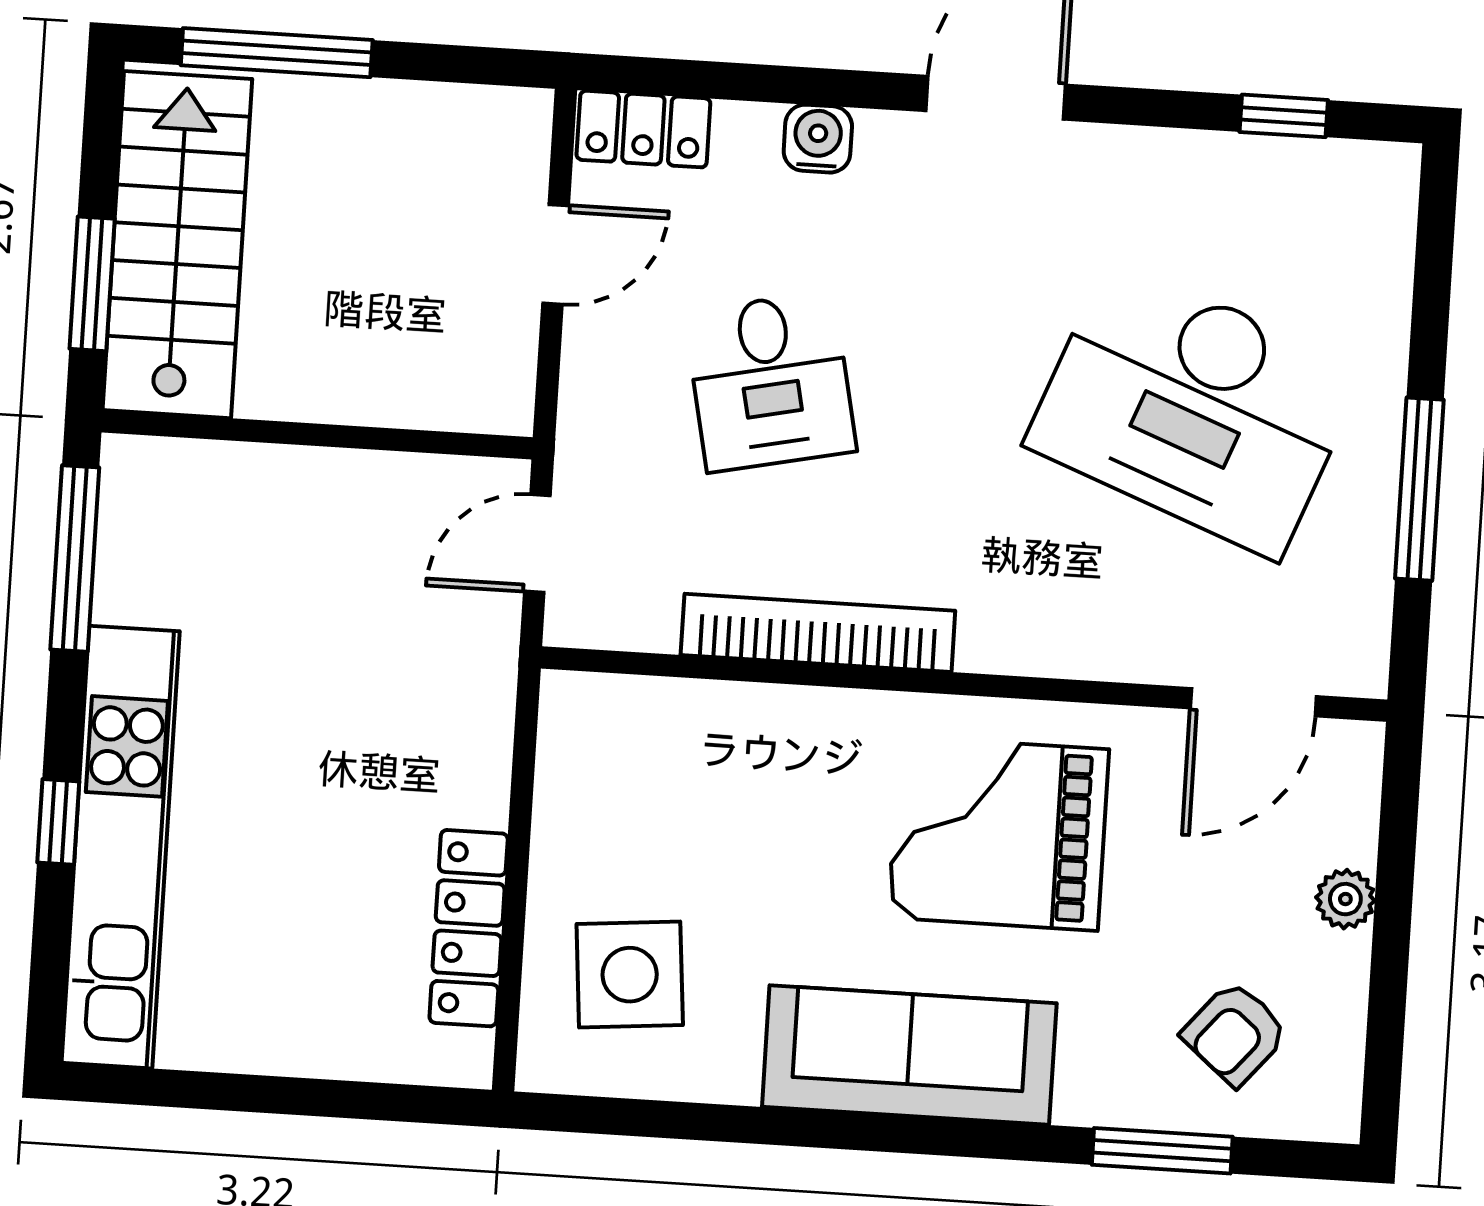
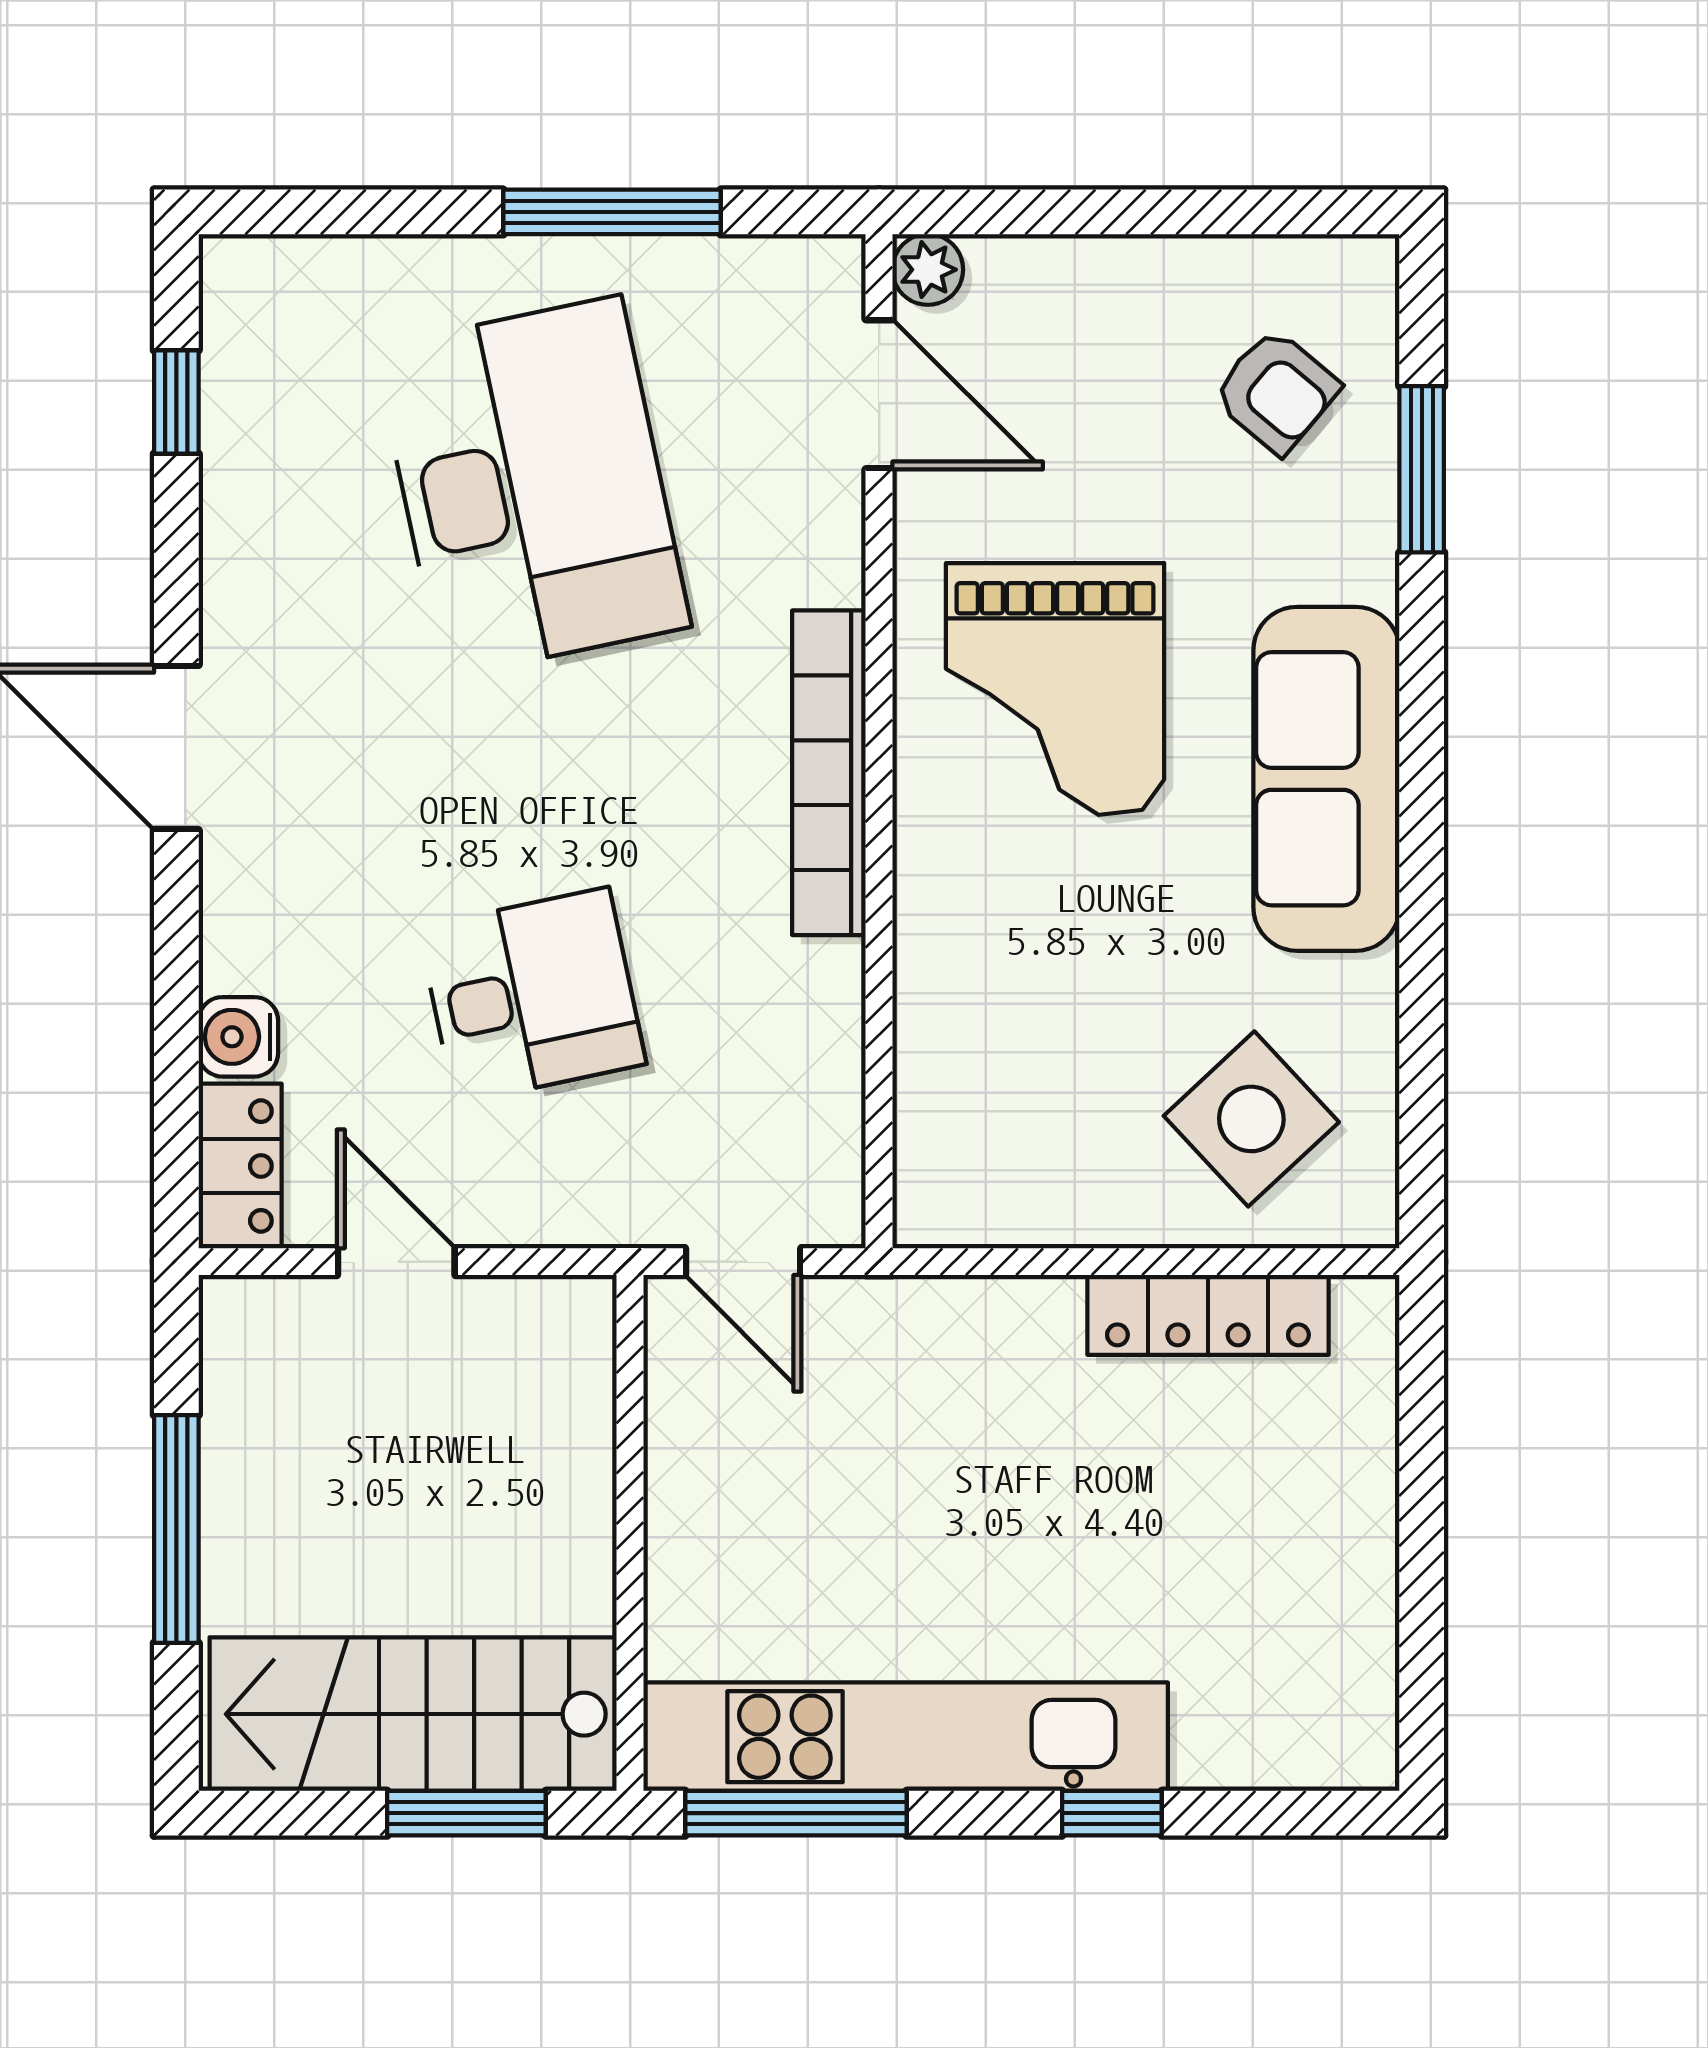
window: (277, 53) -> (176, 1529), moved
water cooler: (818, 139) -> (238, 1037), moved
desk: (1194, 408) -> (532, 487), turned -33
bookcase: (818, 633) -> (829, 773), moved
kitchen unit: (121, 847) -> (906, 1737), moved
plant: (1345, 899) -> (928, 270), moved
side table: (630, 975) -> (1251, 1119), turned -38

